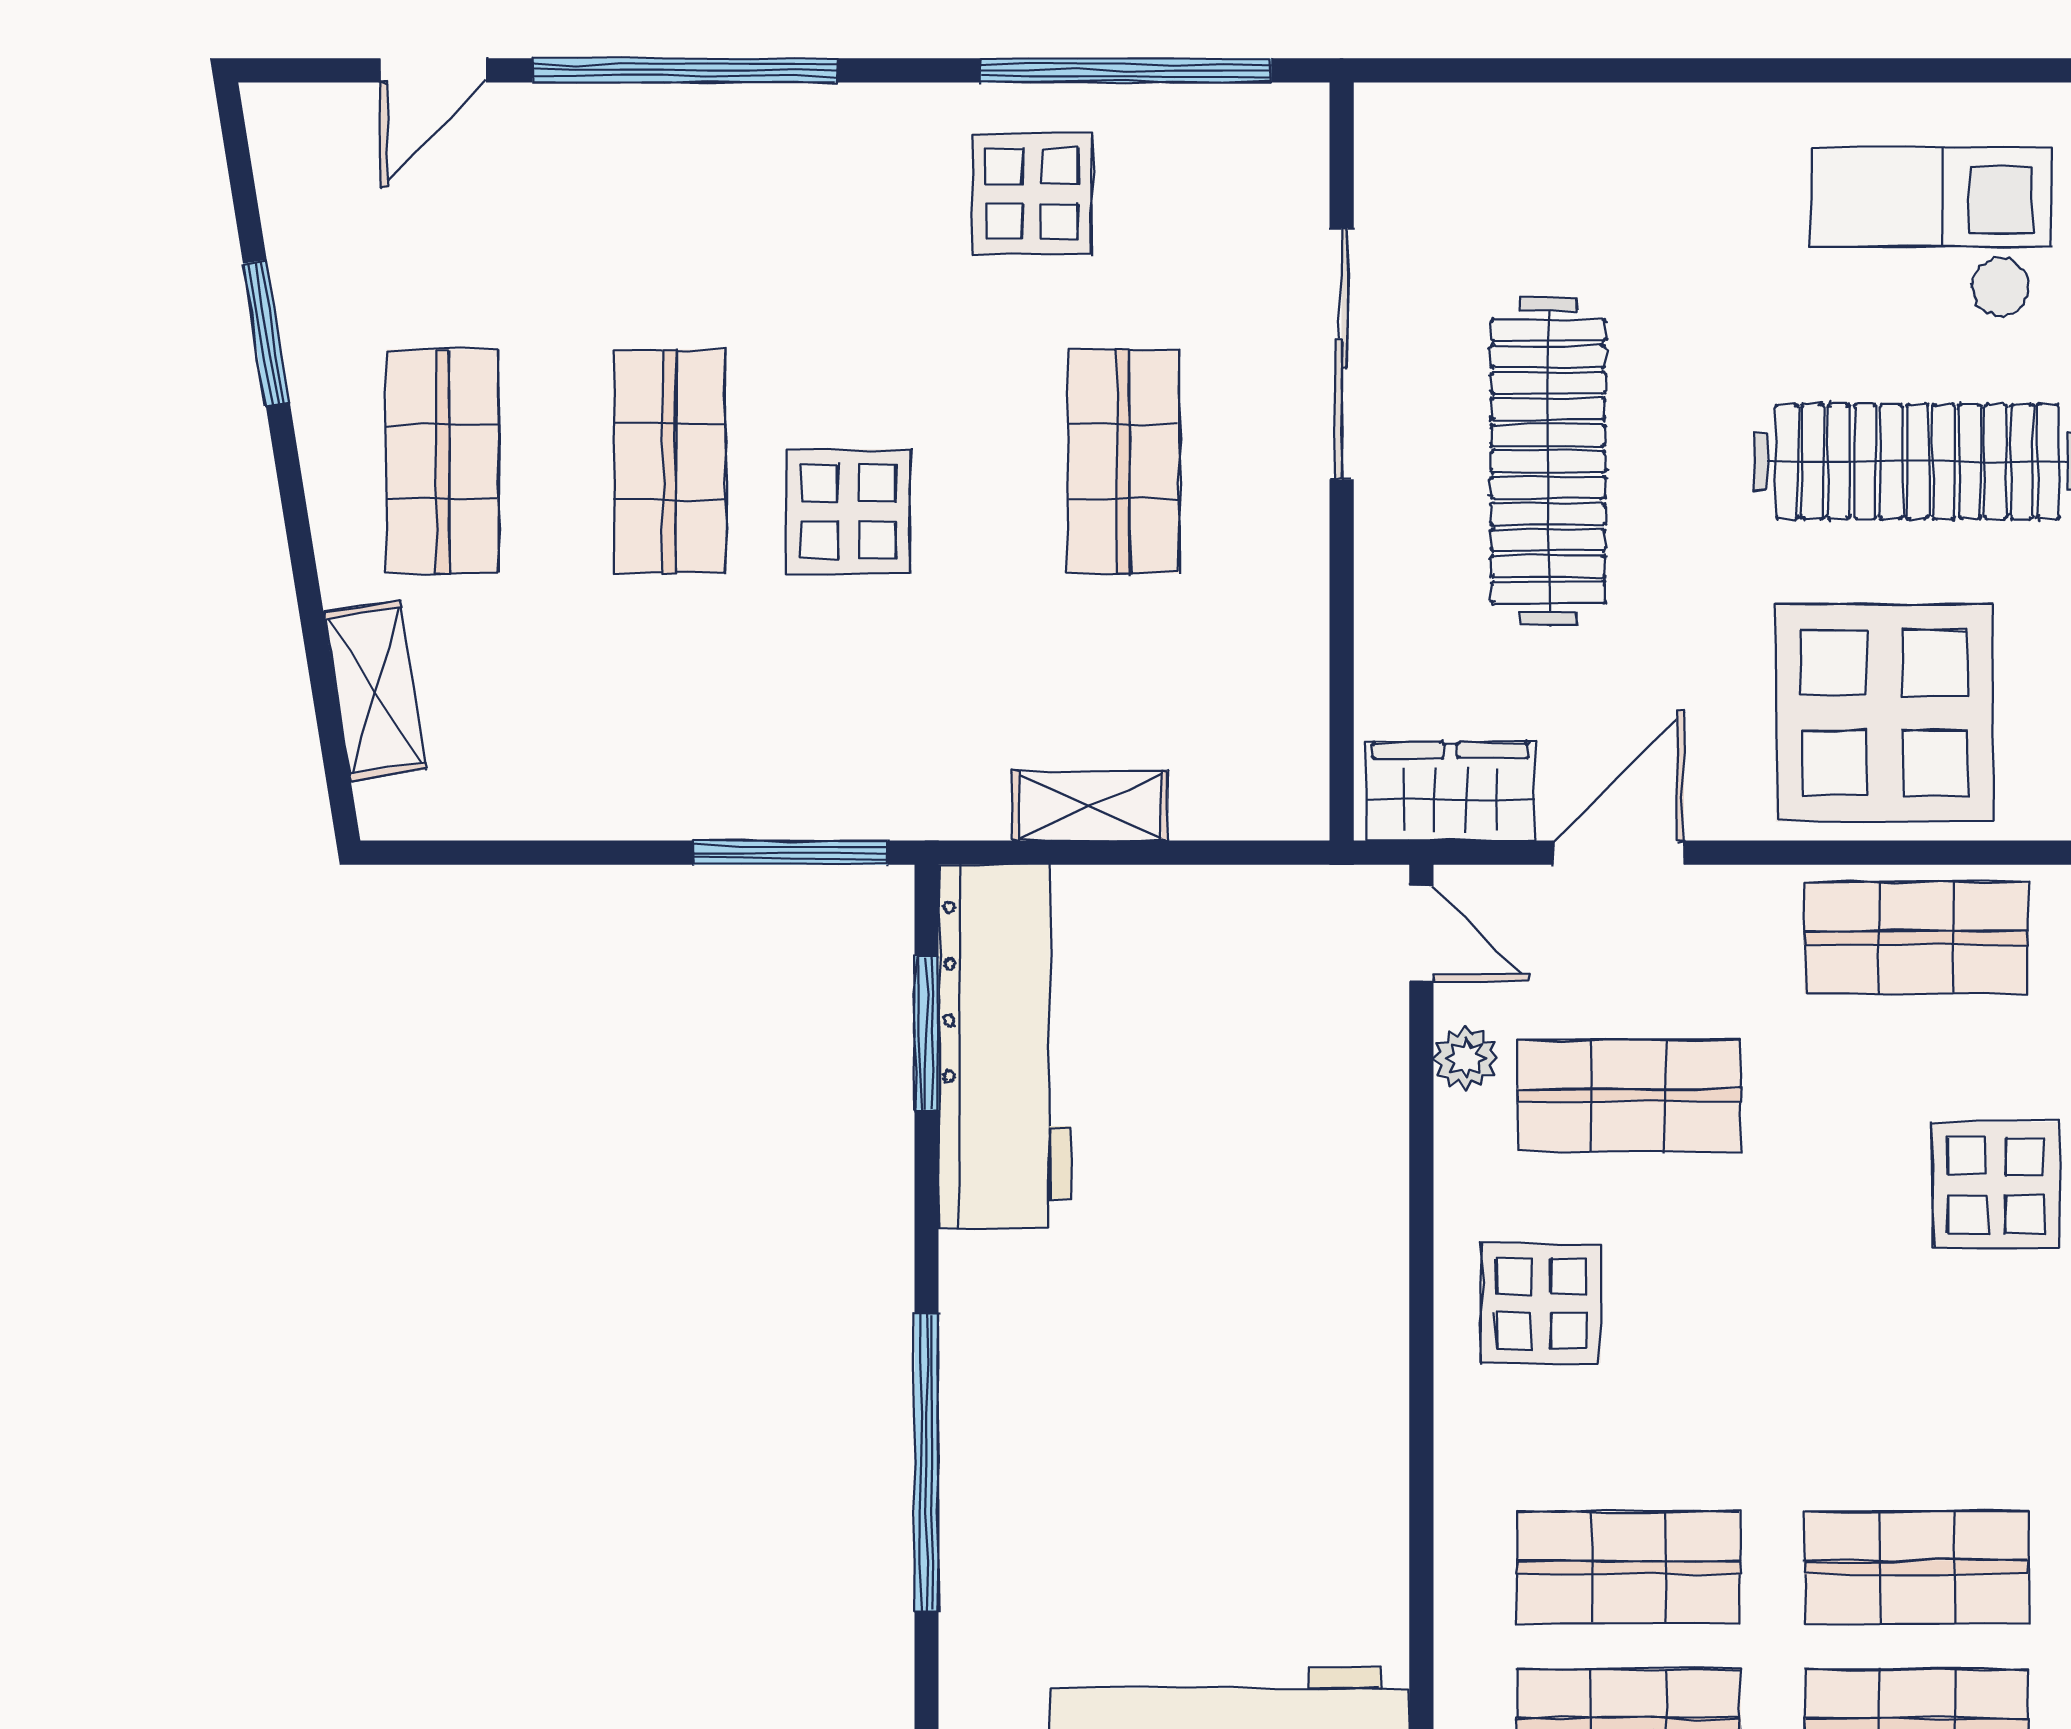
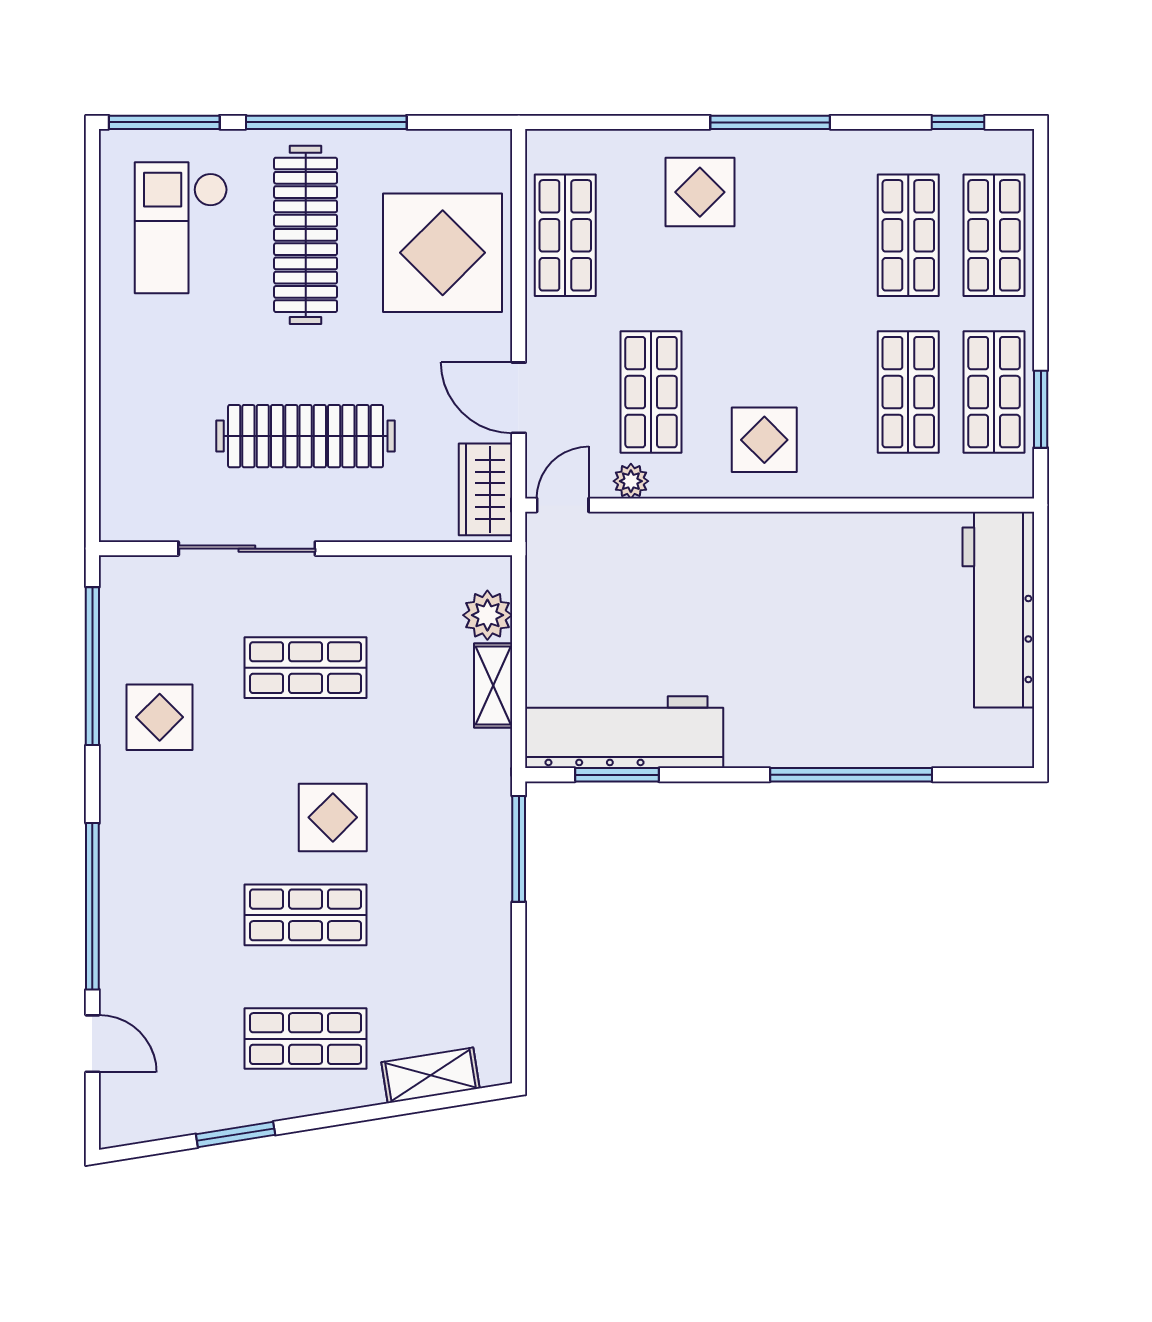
plant: (1219, 795) -> (487, 615), added

